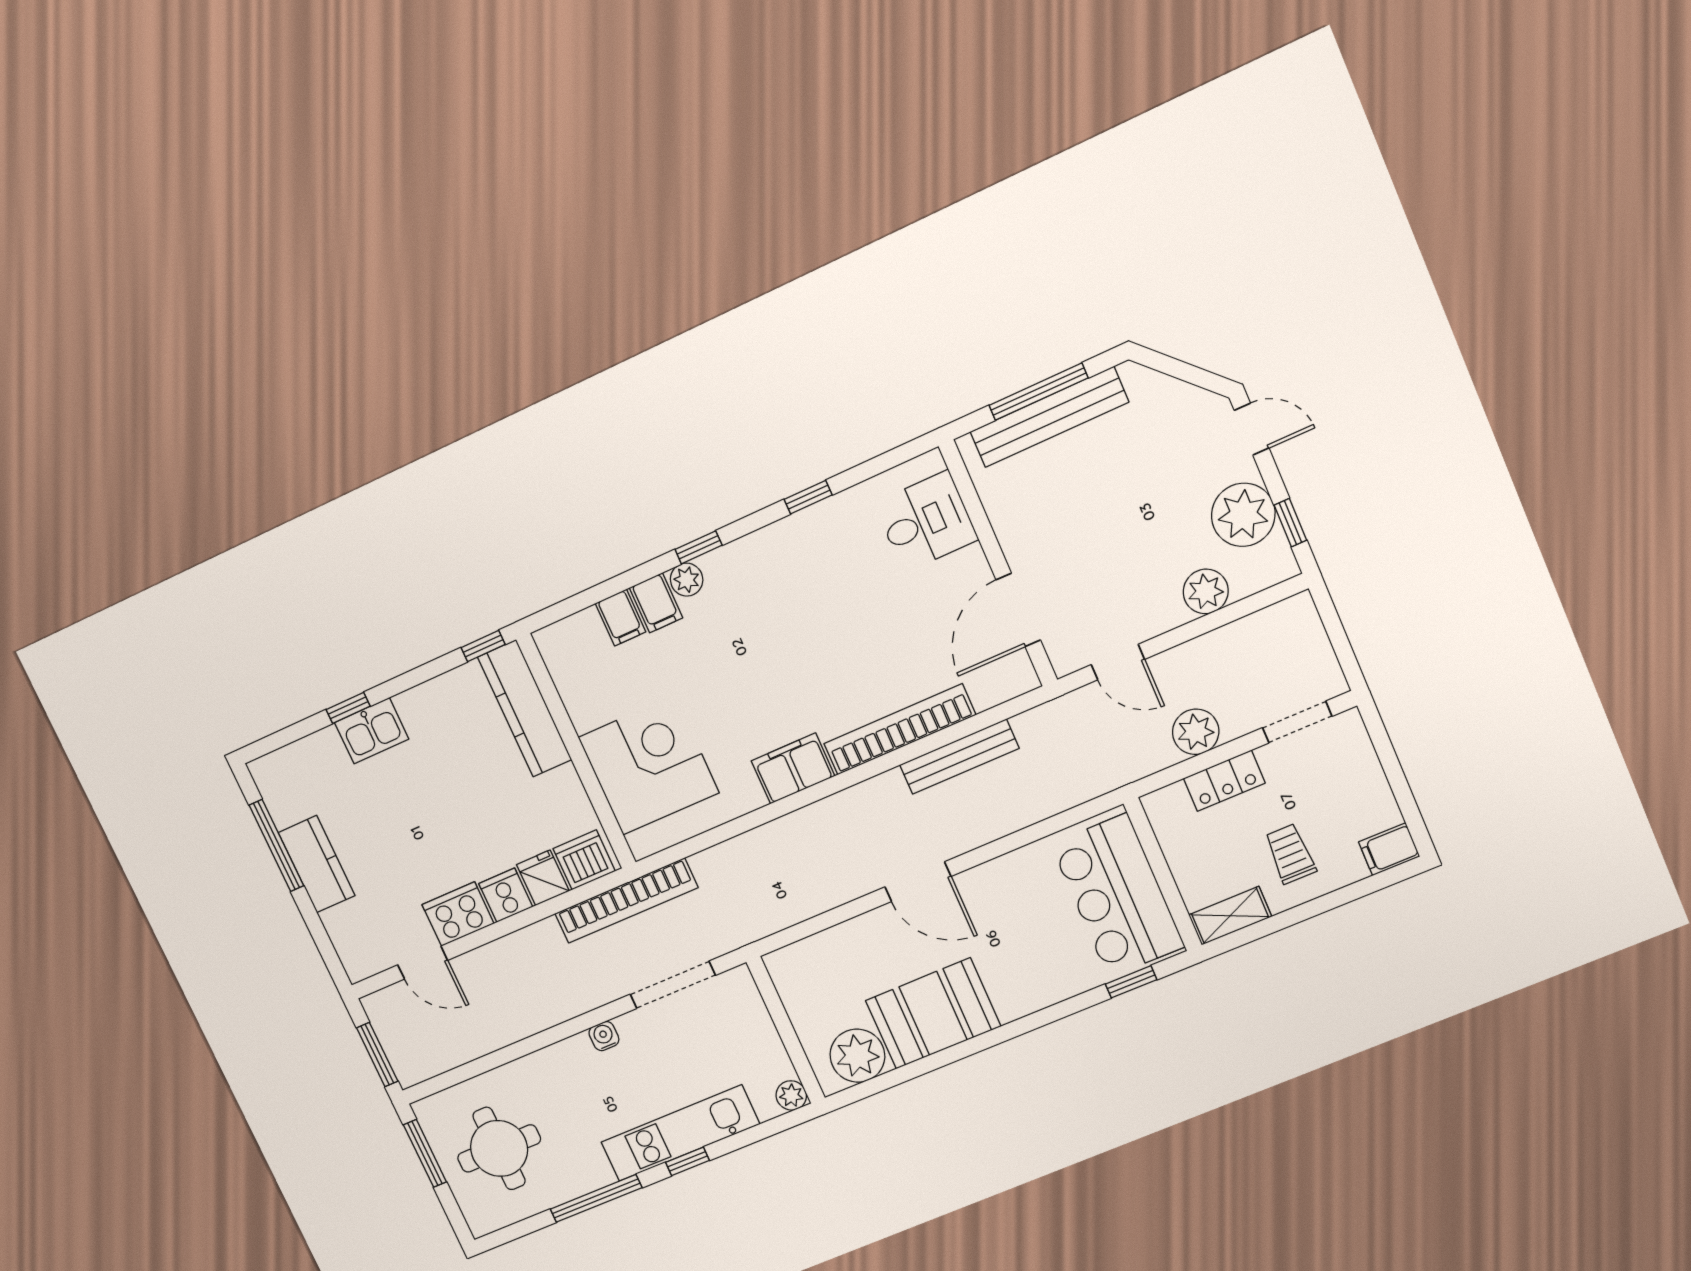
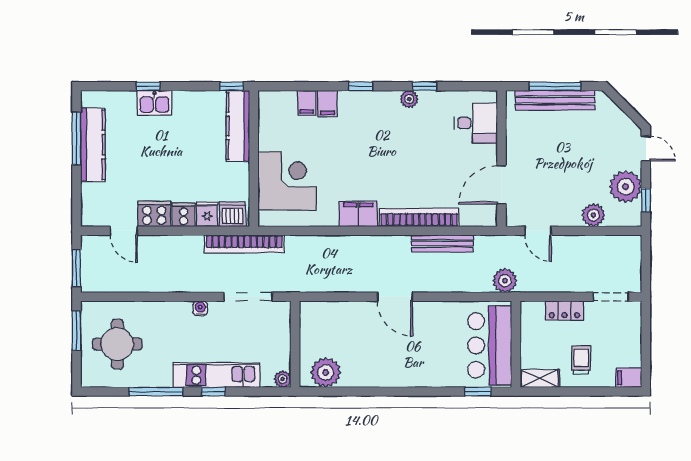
plant: (687, 580) -> (409, 99), moved
plant: (1196, 732) -> (505, 281), moved
kitchen counter: (317, 864) -> (93, 145), width x1.50
booth: (933, 1013) -> (373, 367), removed

